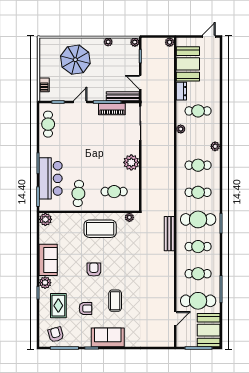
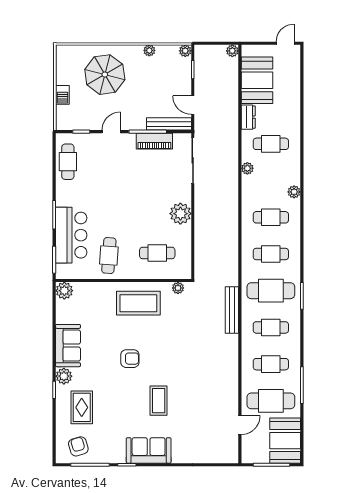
barbecue: (44, 85) -> (62, 95), moved
armchair: (94, 270) -> (130, 359), turned 90
armchair: (86, 308) -> (119, 411), removed

